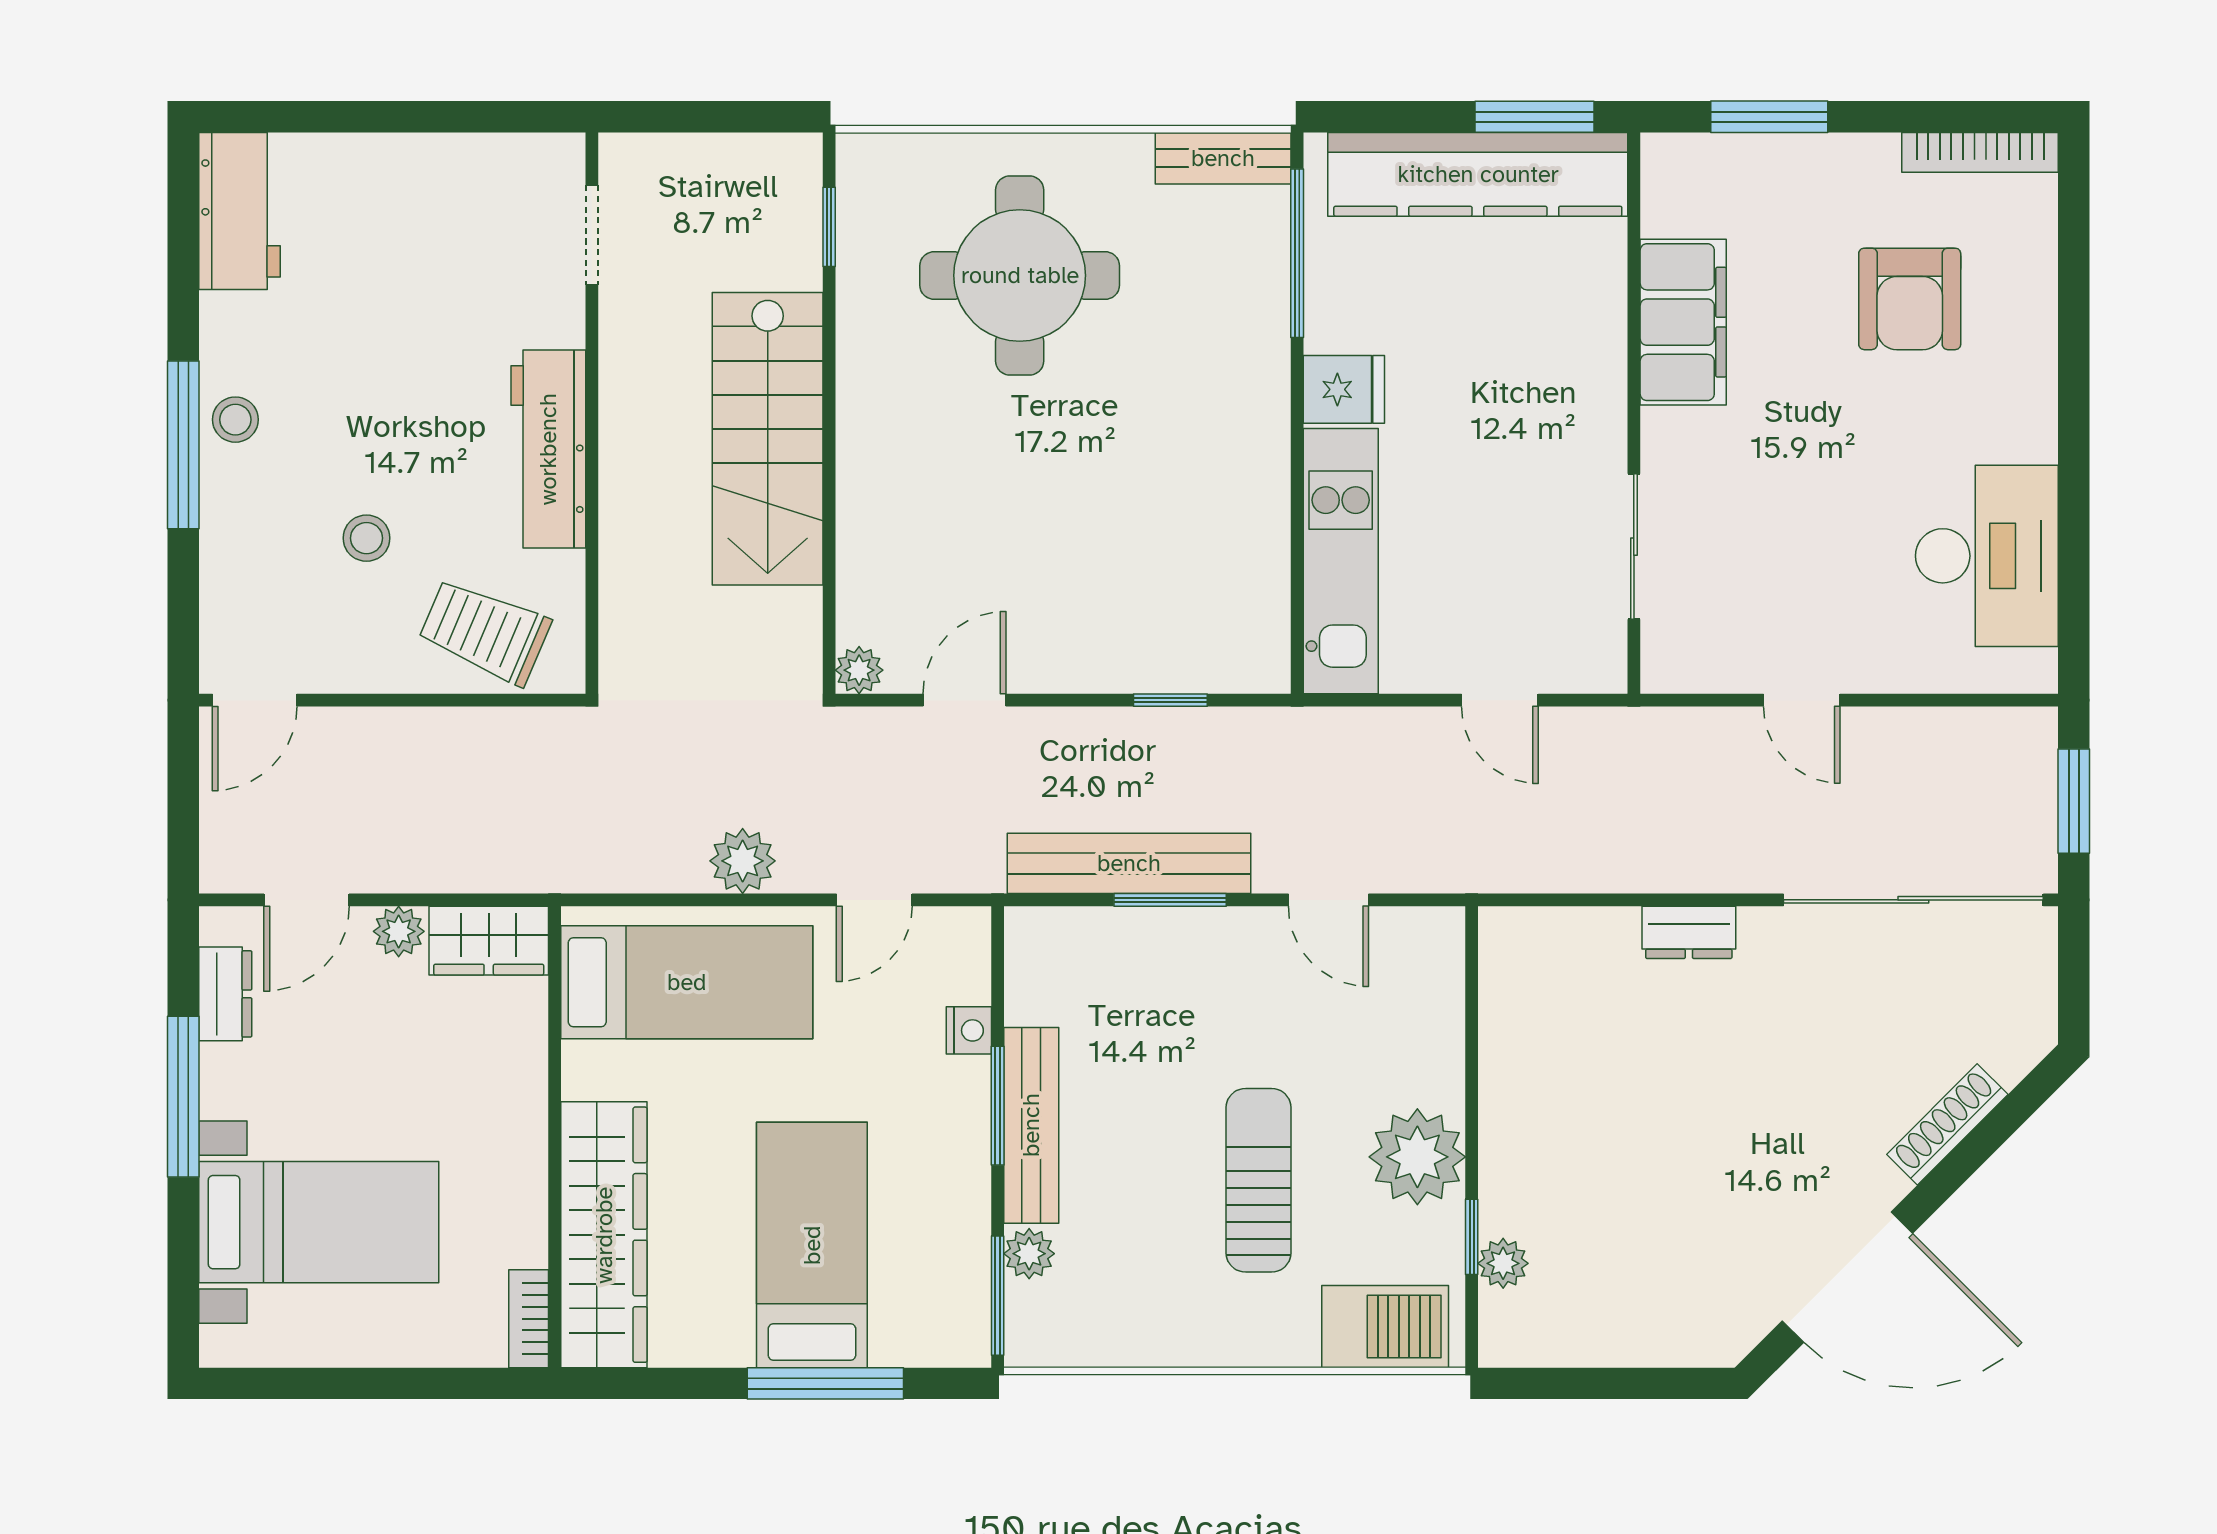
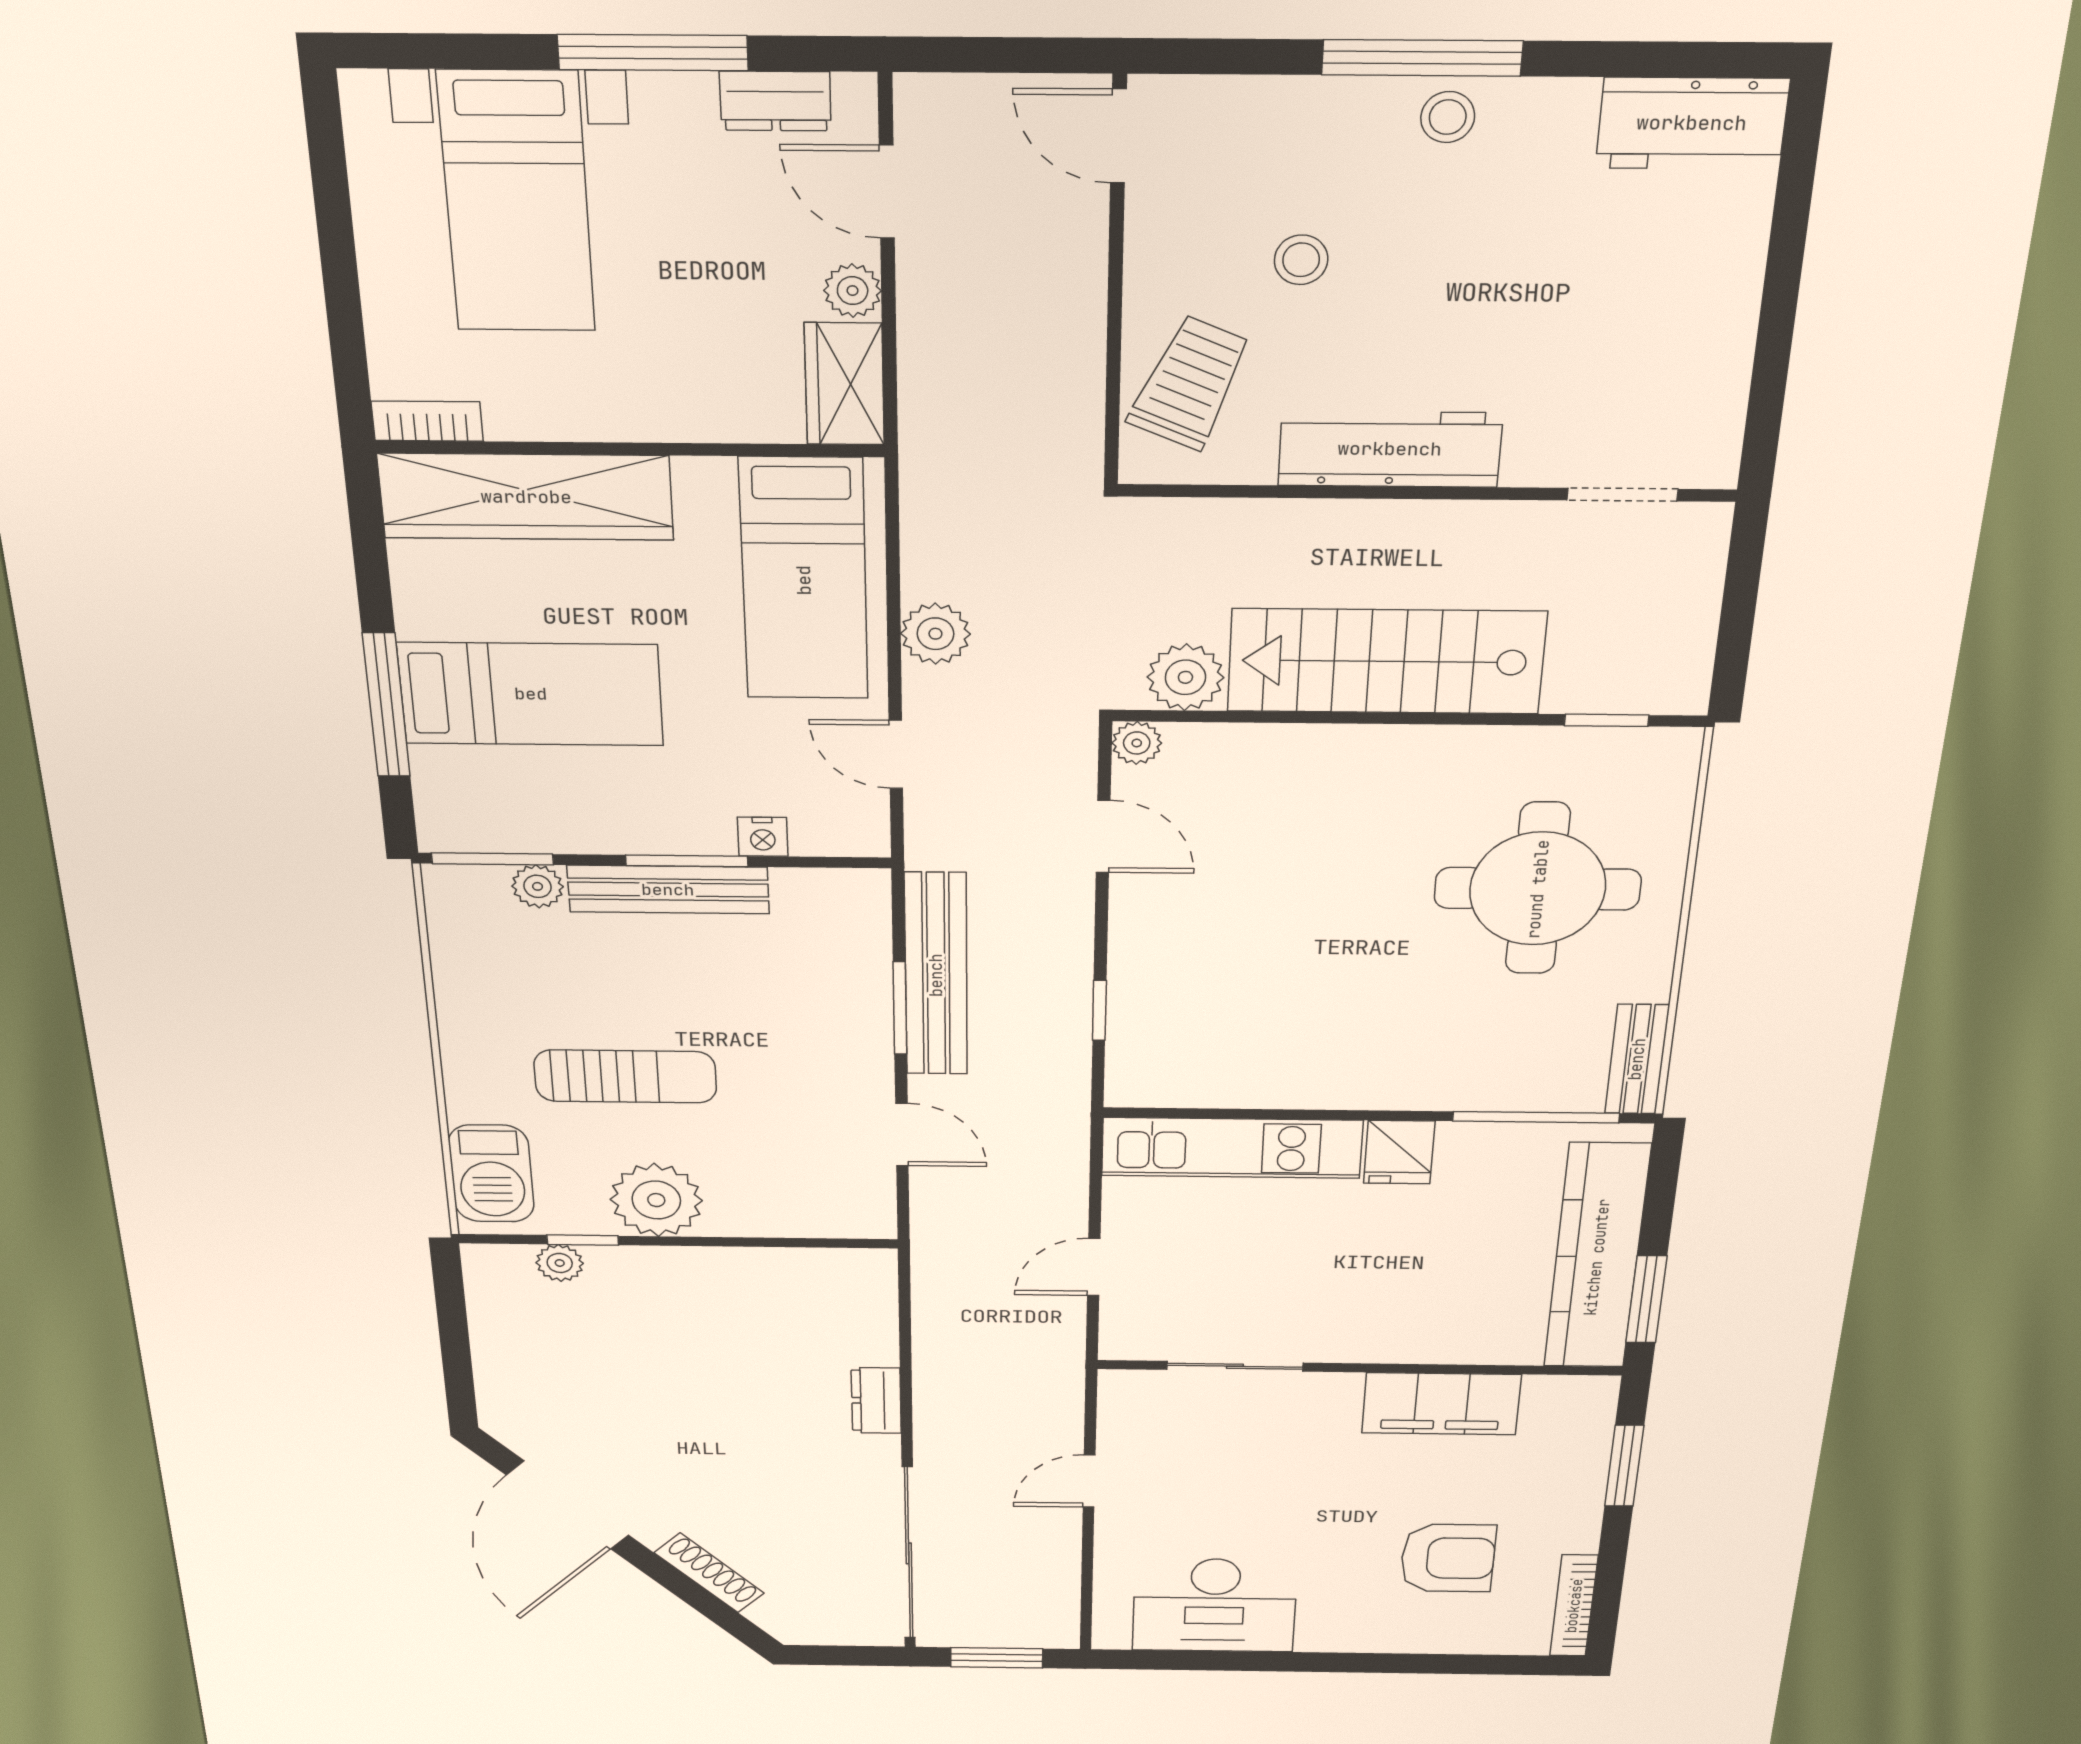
armchair: (1910, 299) -> (1448, 1558), turned 180
plant: (787, 626) -> (1185, 677), added
door: (1328, 900) -> (902, 1135), swing flipped

